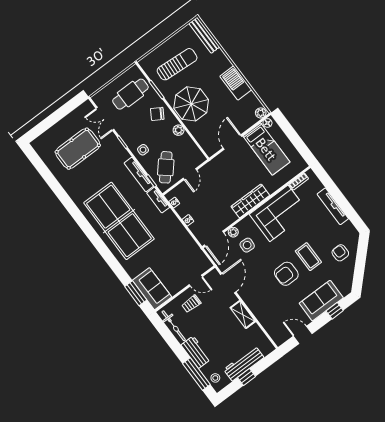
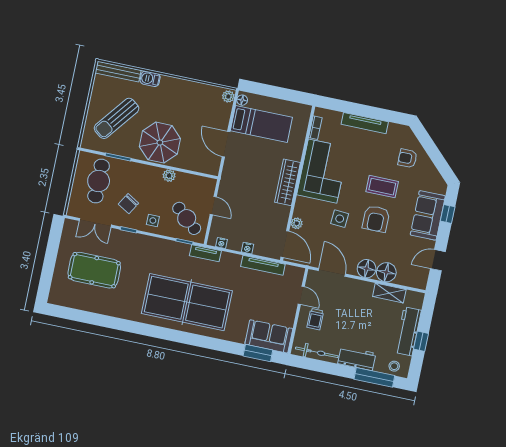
sun lounger: (177, 64) -> (117, 118), turned -146
barbecue: (236, 83) -> (150, 79), moved, width x0.53, depth x0.65
chair: (157, 114) -> (128, 204), moved
pool table: (78, 149) -> (94, 270), turned 90
tv unit: (139, 174) -> (263, 265), moved
side table: (247, 245) -> (340, 219), moved
door: (196, 281) -> (301, 295), hinge flipped
floor lamp: (252, 300) -> (367, 269), added
floor lamp: (263, 314) -> (386, 272), added
shelving: (243, 315) -> (389, 293), moved

